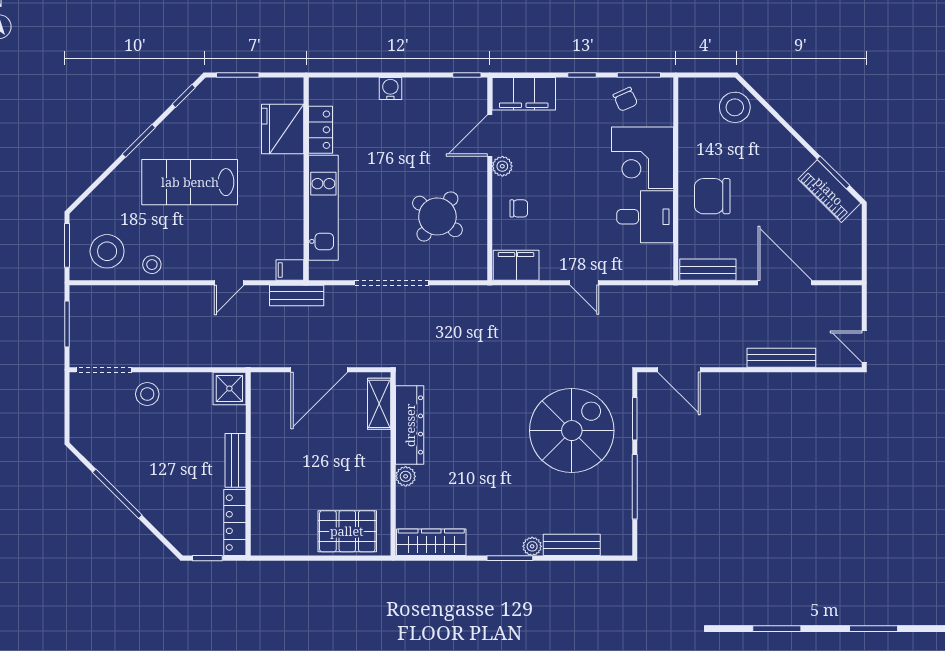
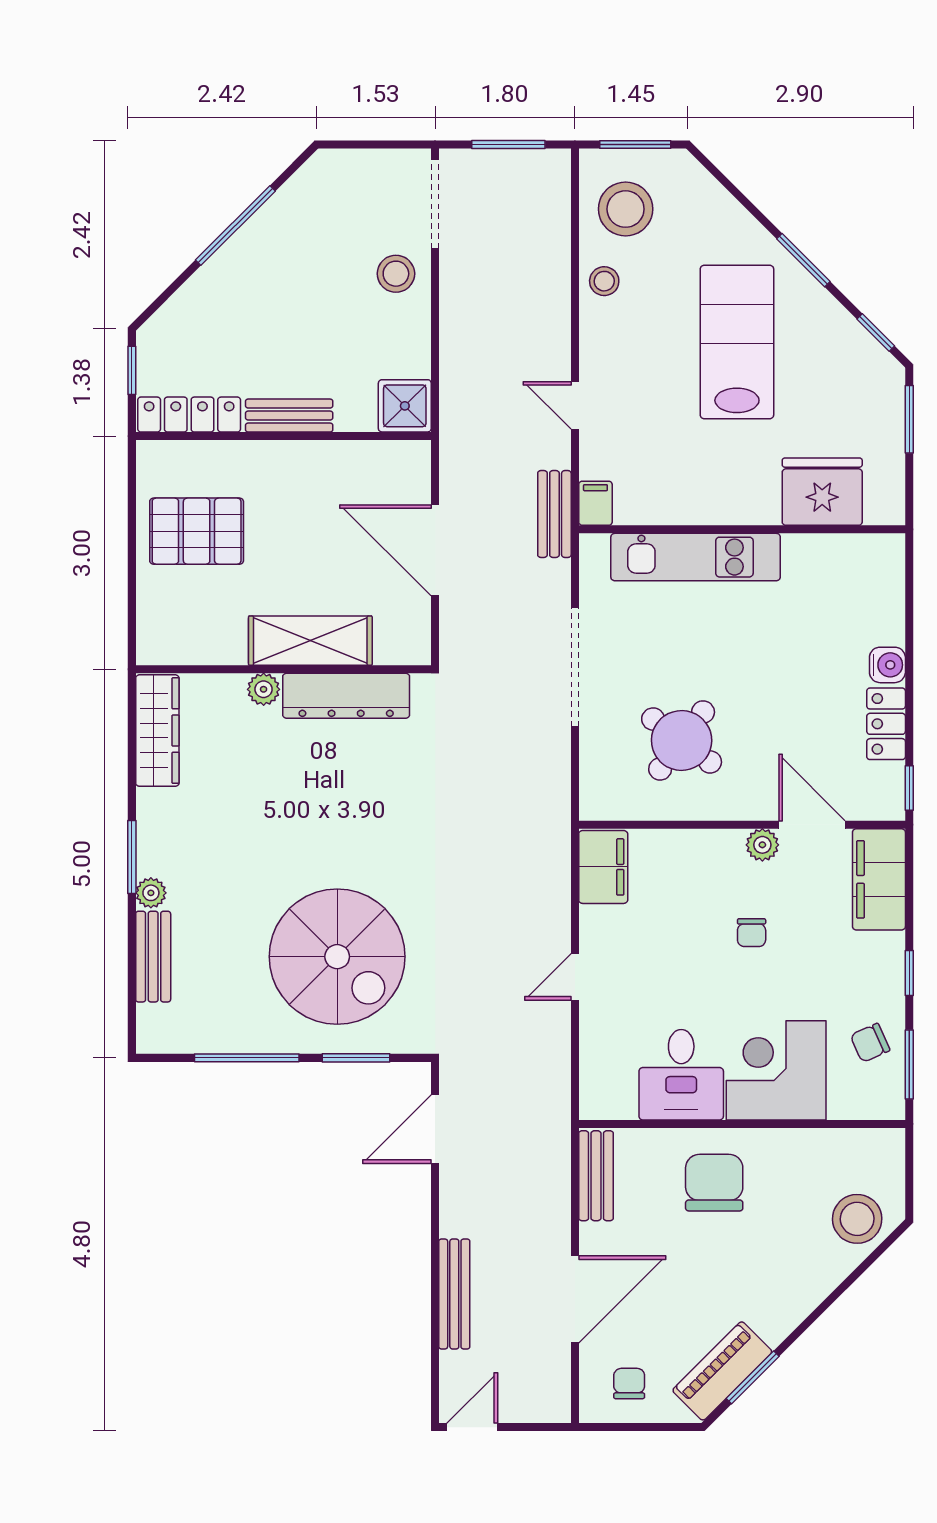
locker: (320, 130) -> (886, 724), moved, turned 90
chair: (519, 208) -> (752, 933), moved
chair: (837, 249) -> (629, 1383), added
shelving: (379, 404) -> (310, 641), moved, width x1.50, depth x1.33
pallet: (347, 531) -> (197, 531), moved, turned 90

